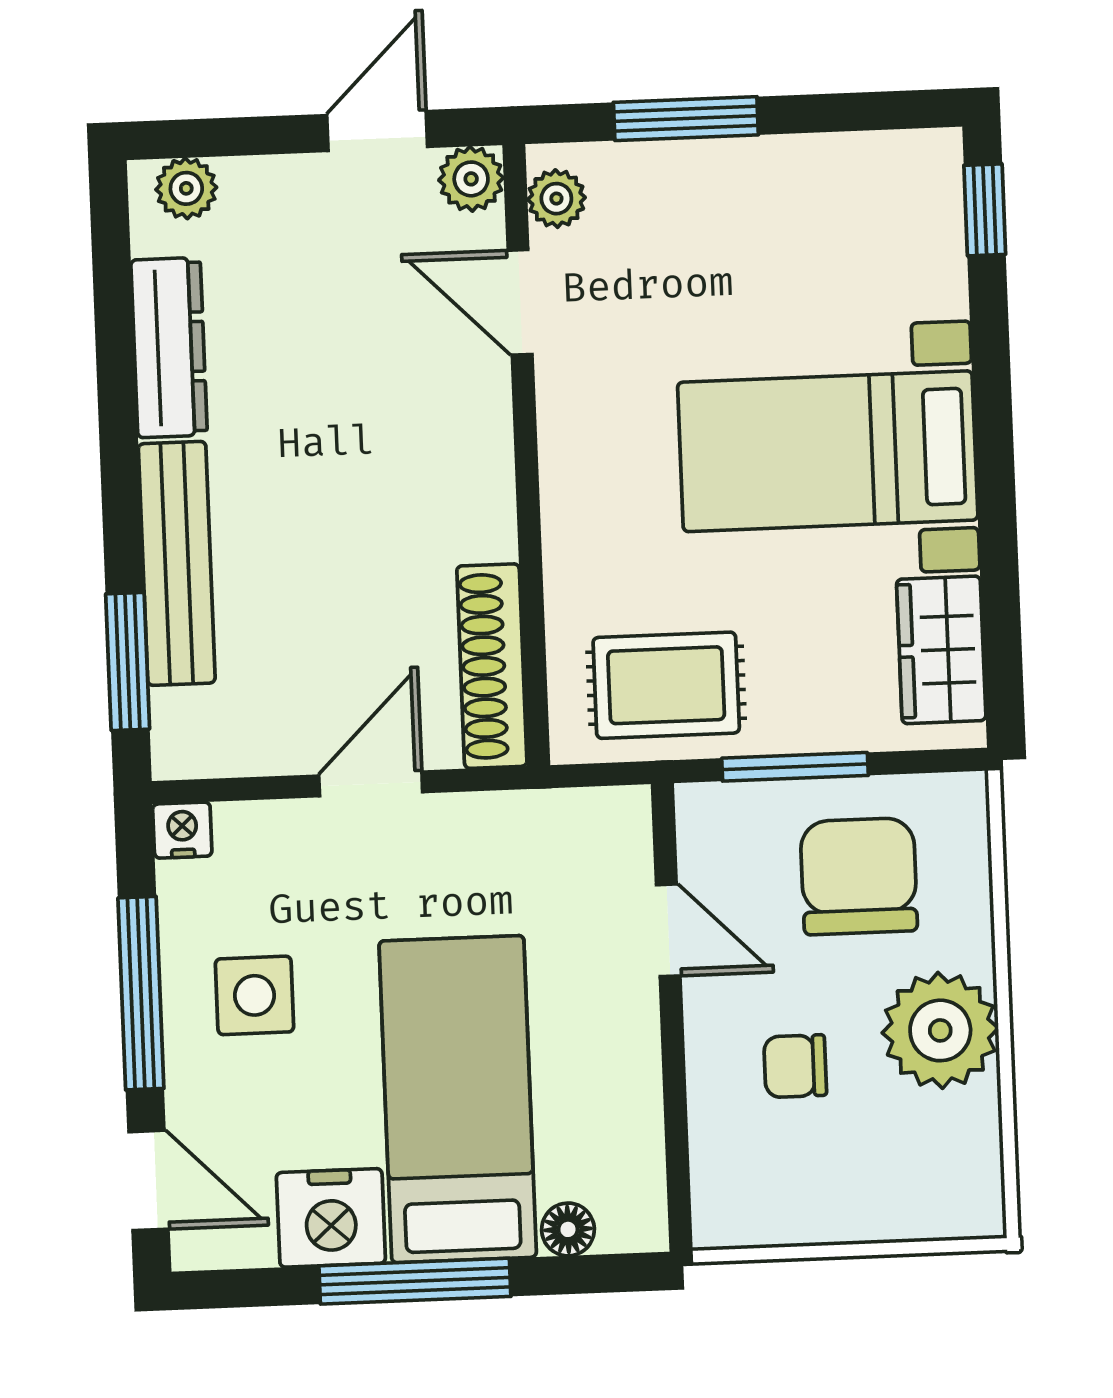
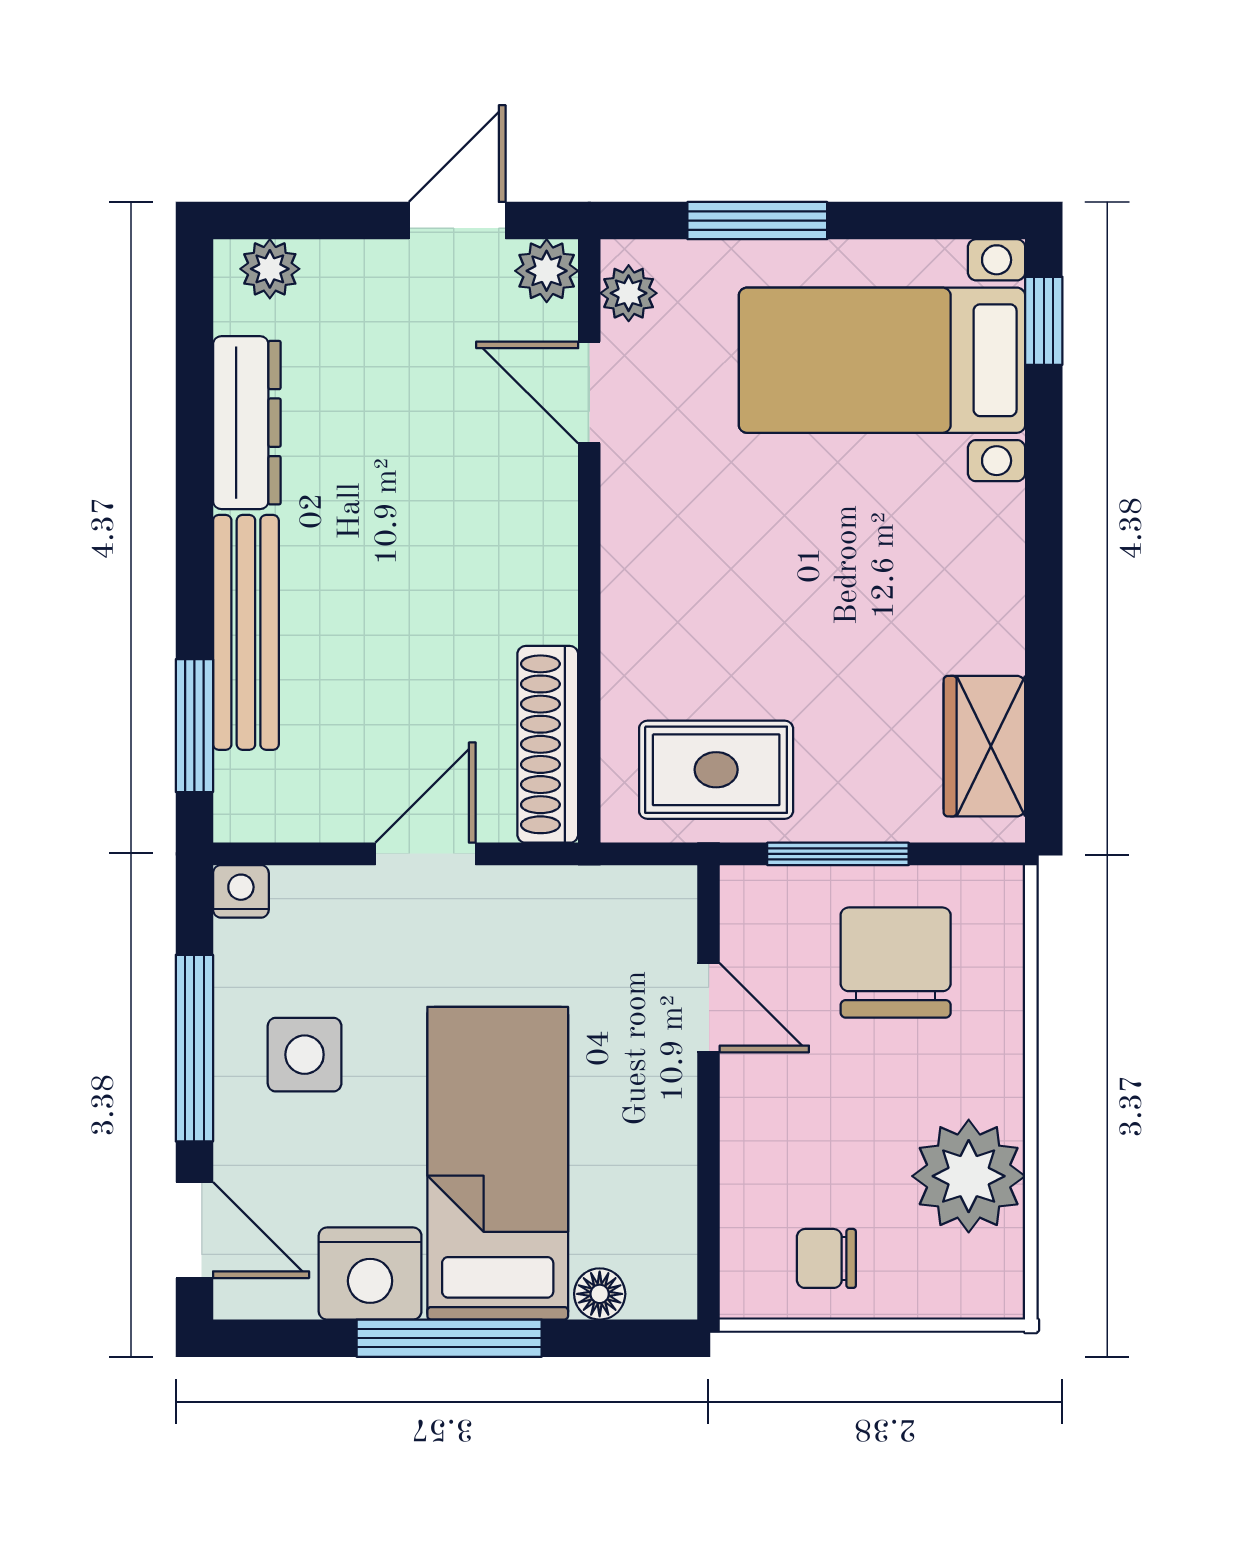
bed with nightstands: (828, 451) -> (882, 360), moved
plant: (940, 1030) -> (969, 1176), moved
chair: (795, 1066) -> (826, 1258), moved

